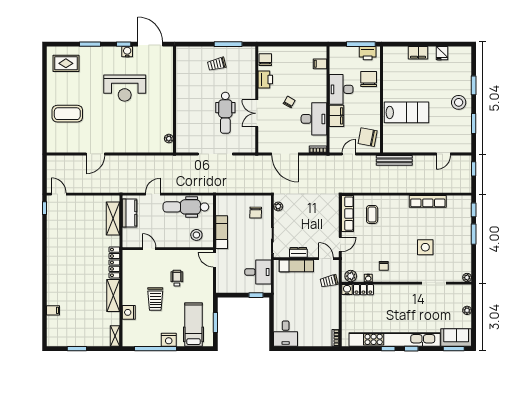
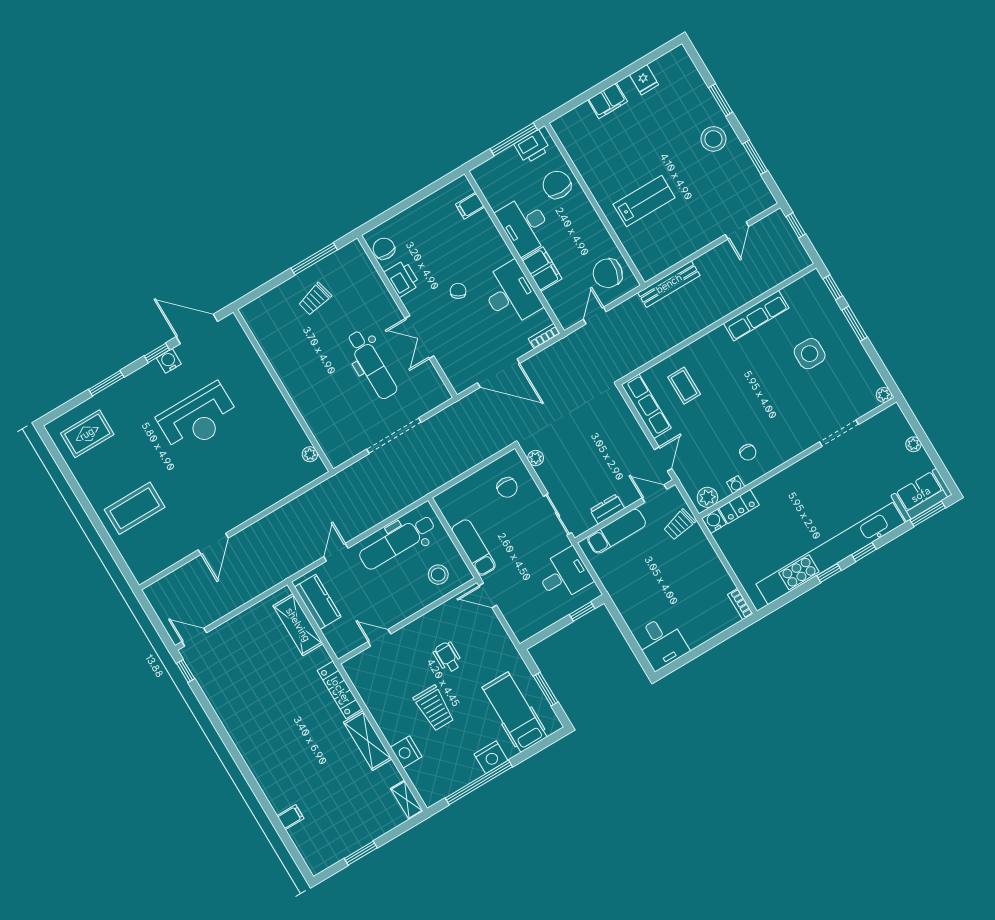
lab bench: (406, 112) -> (644, 201), width x0.73, depth x0.72
side table: (425, 247) -> (810, 354), moved

